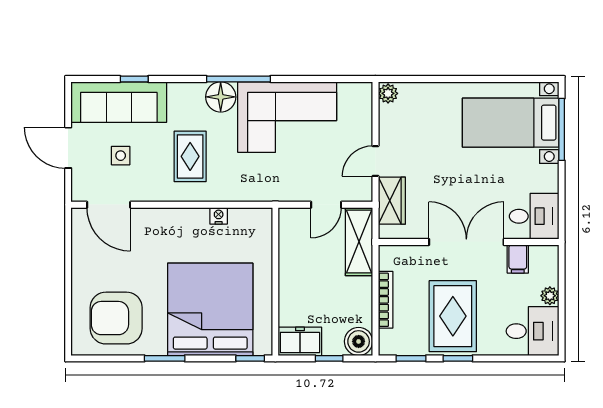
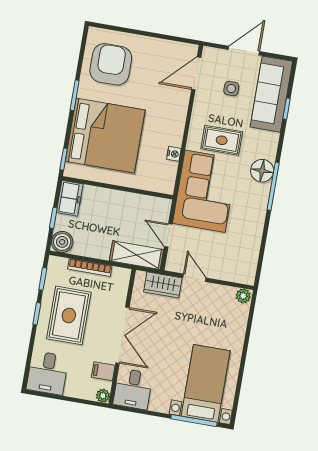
corner sofa: (287, 117) -> (205, 191), moved, turned 180
plant: (550, 296) -> (103, 396), moved
rug: (453, 316) -> (69, 315), turned 90

